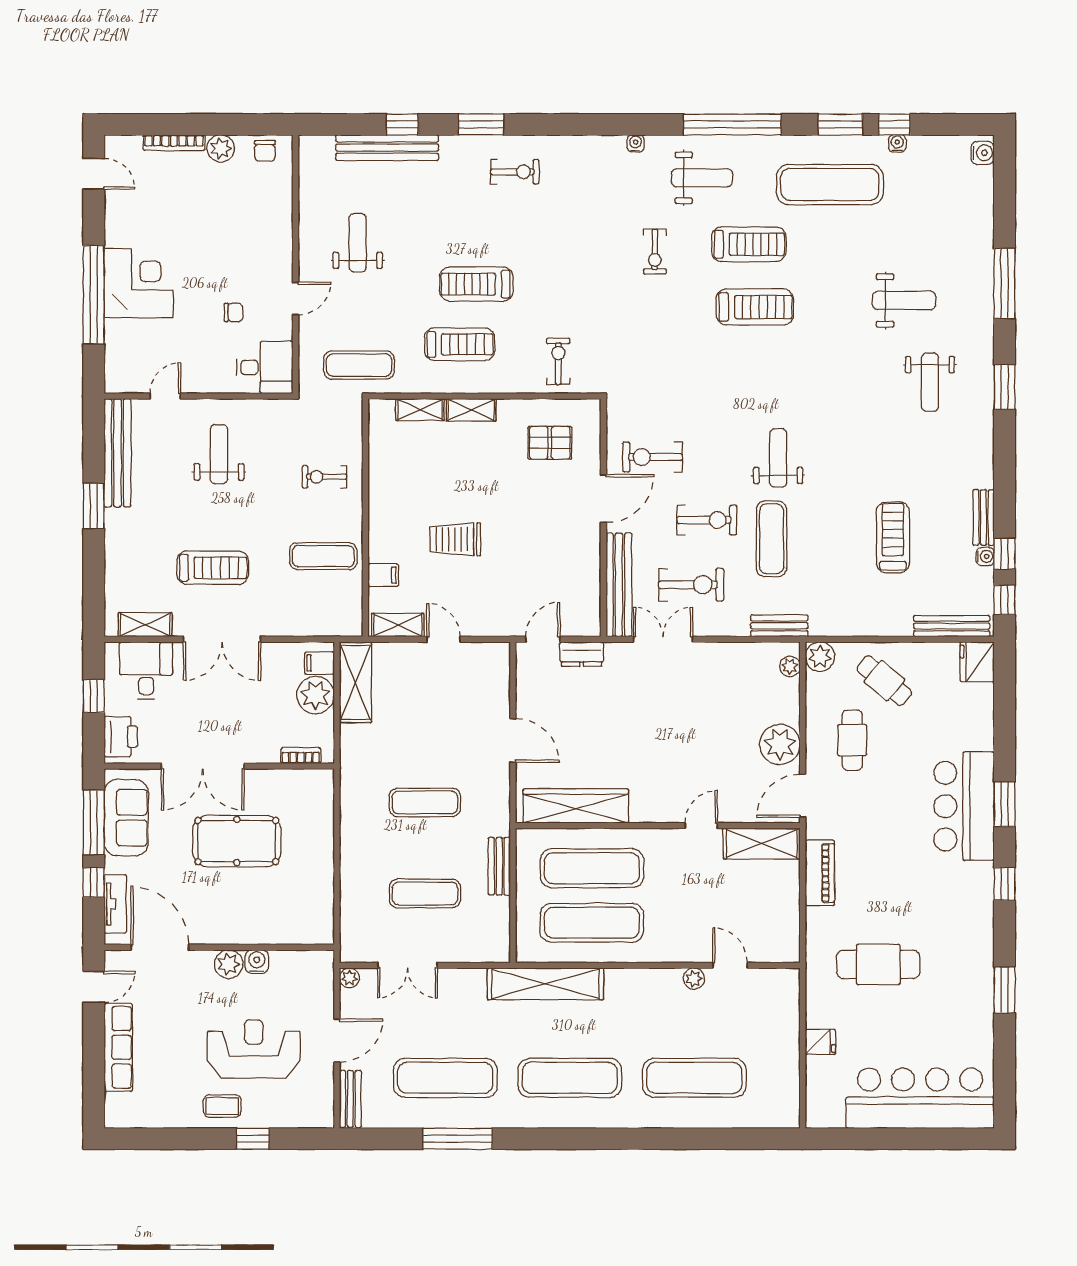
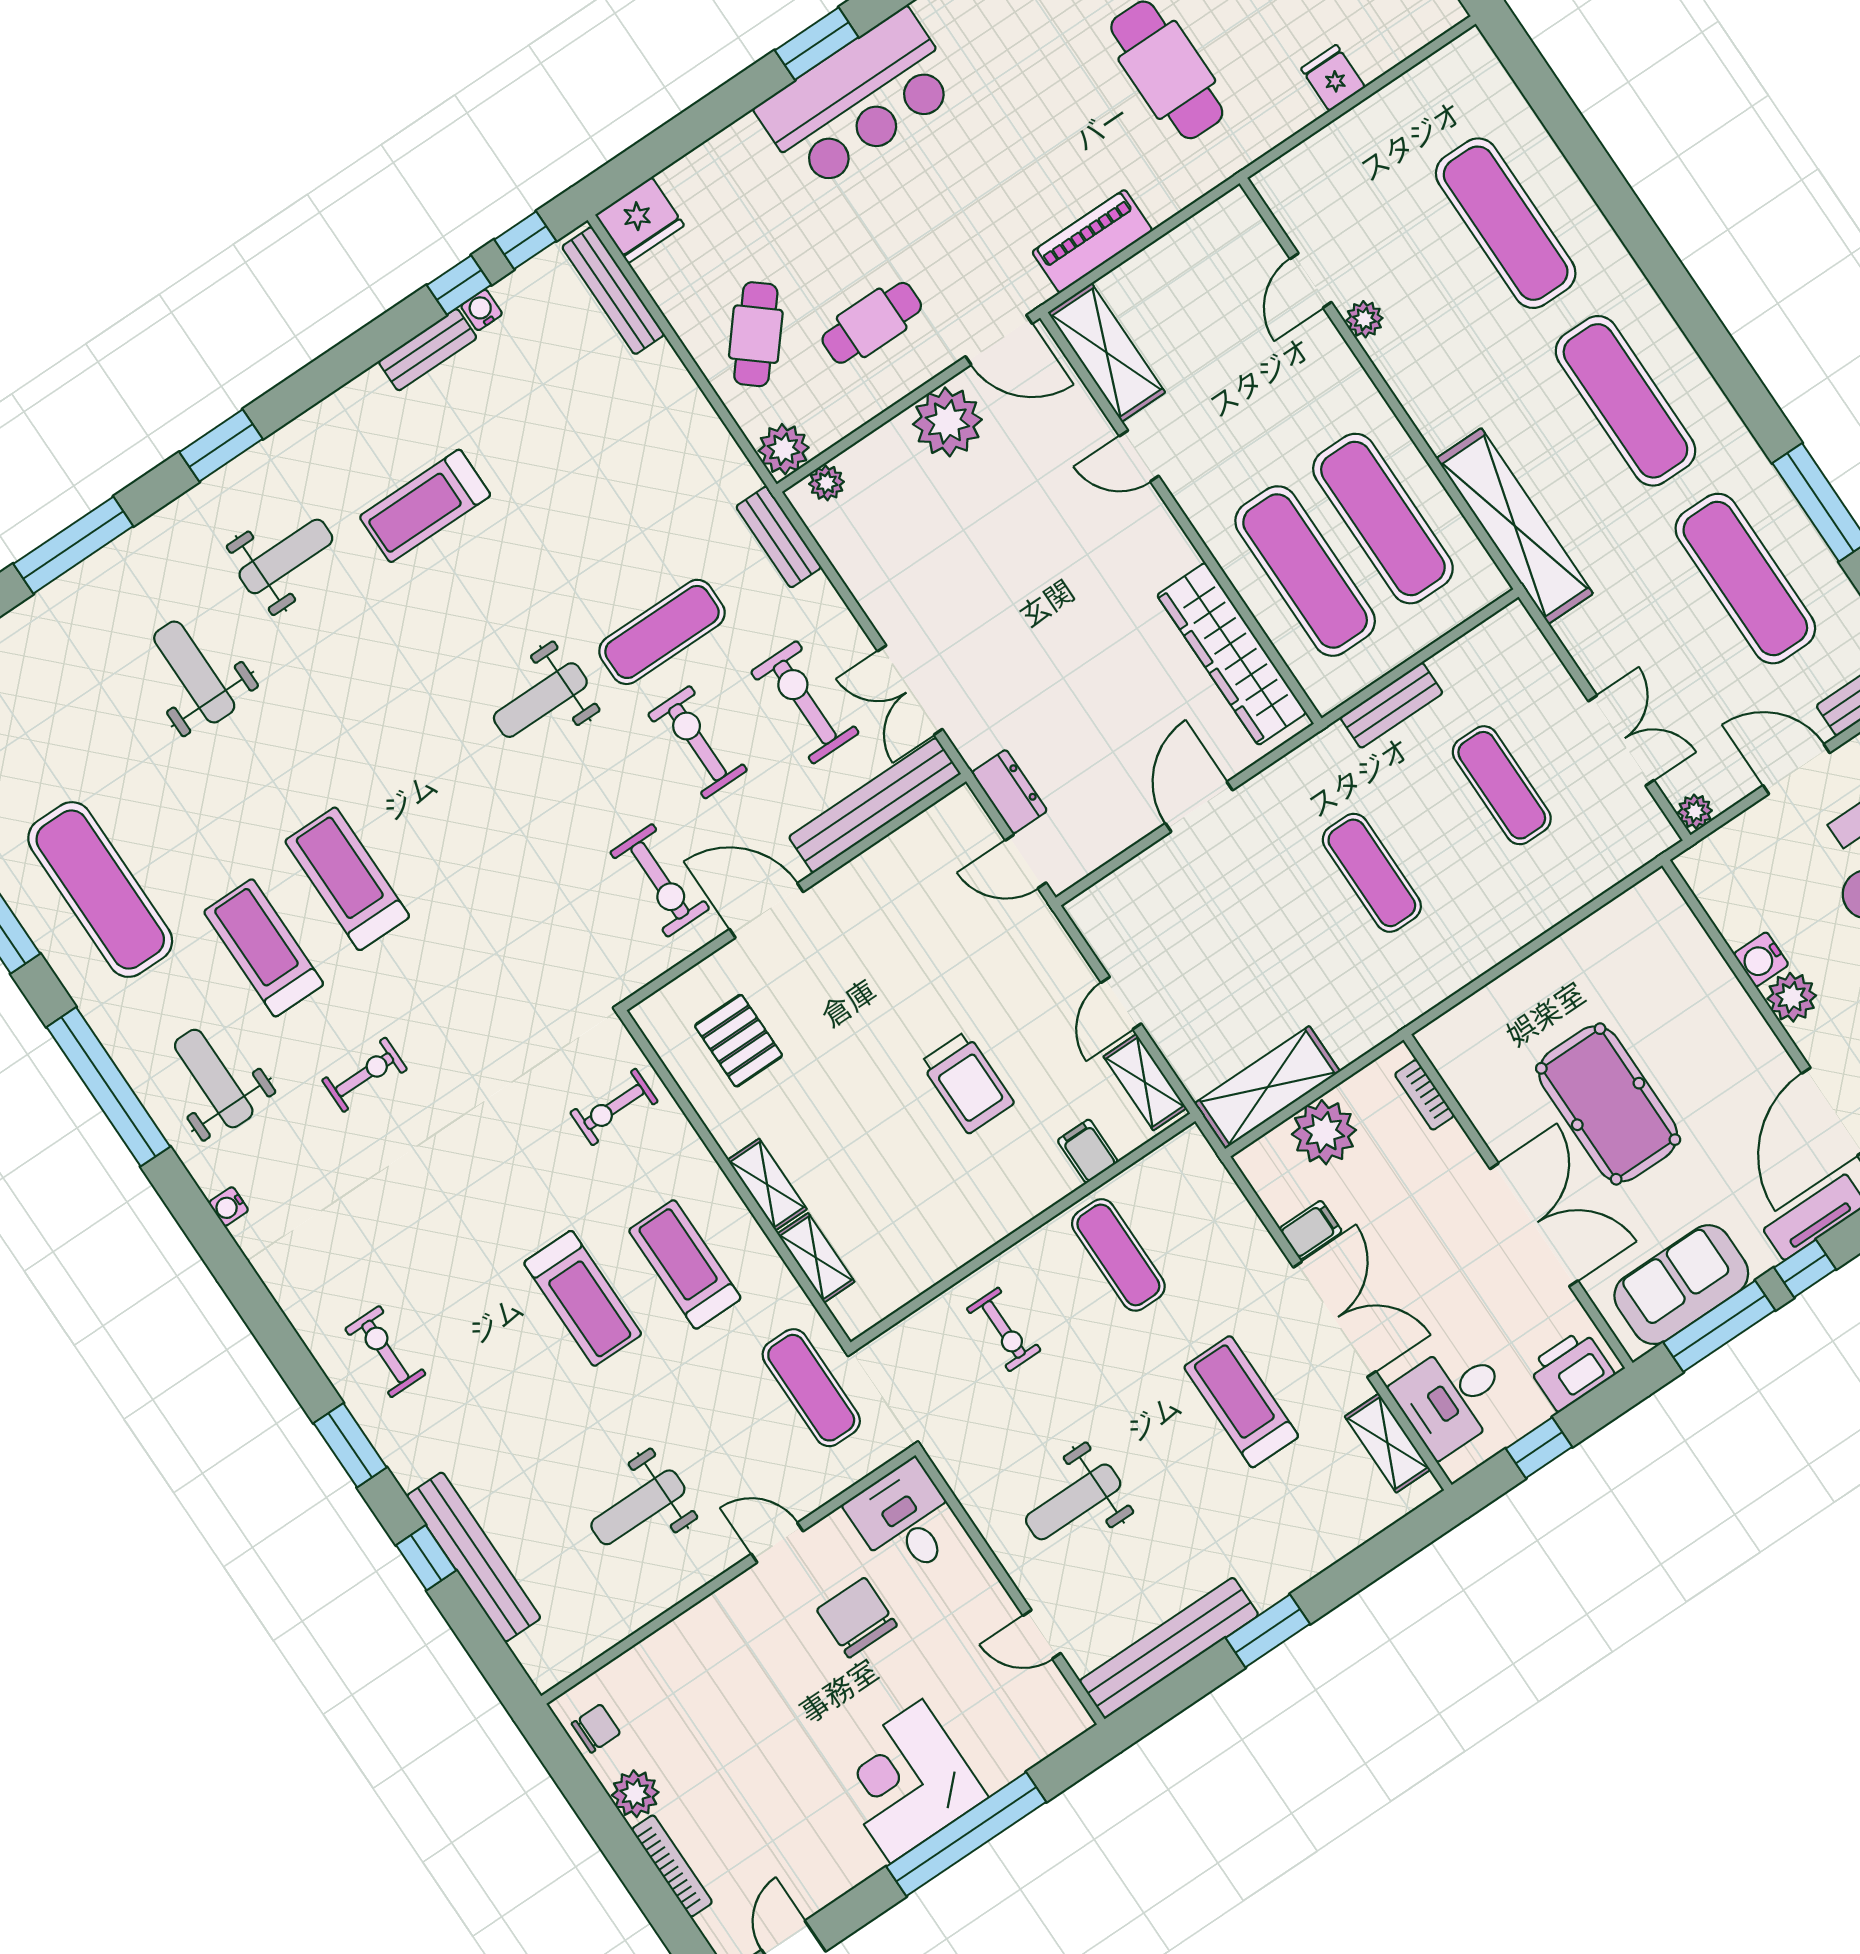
chair: (233, 312) -> (857, 1618), width x1.87, depth x1.87
treadmill: (893, 537) -> (425, 506), moved
filing cabinet: (319, 663) -> (1311, 1230), moved, turned -90

